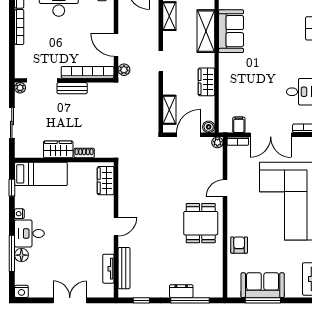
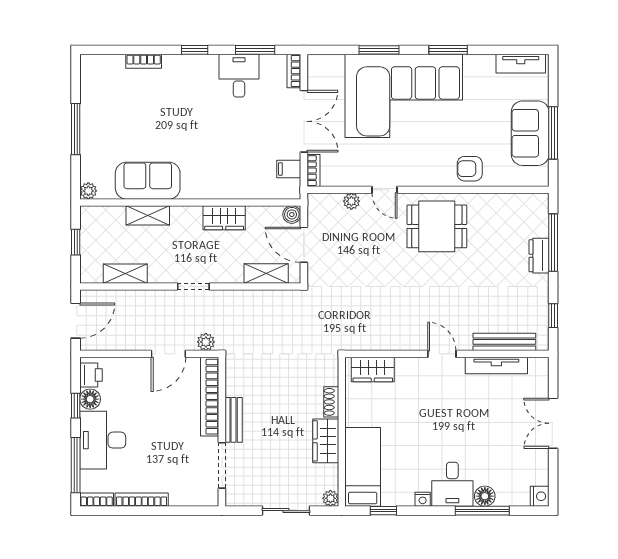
shelving: (206, 31) -> (148, 215), width x0.67, depth x0.75
plant: (20, 88) -> (330, 498), moved
plant: (217, 142) -> (351, 201), moved
tv unit: (108, 269) -> (496, 365), width x1.41

